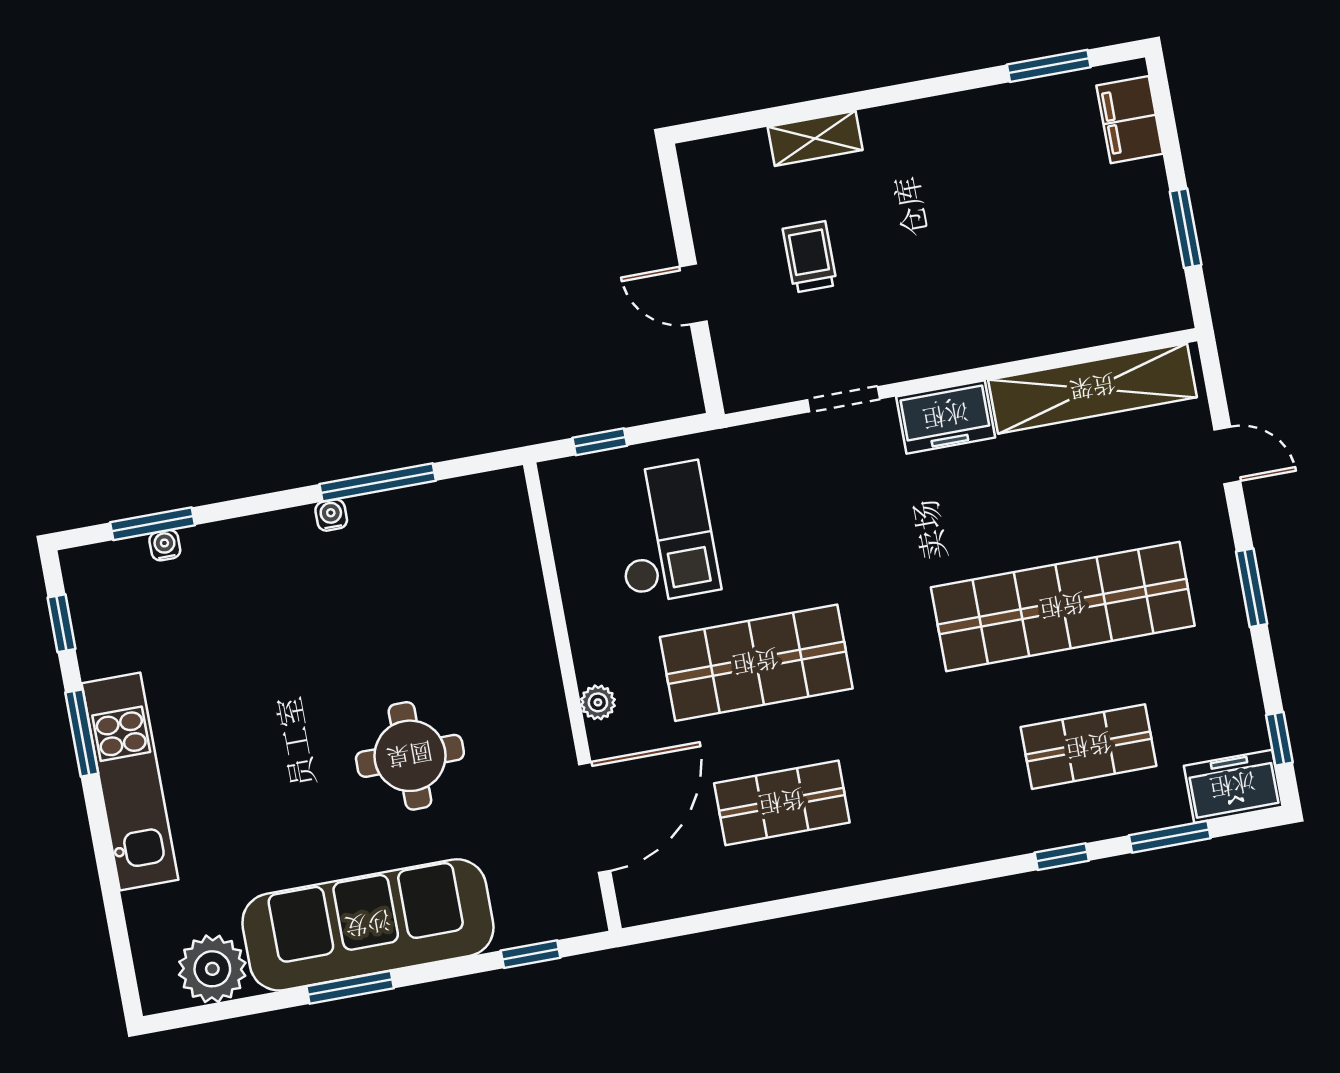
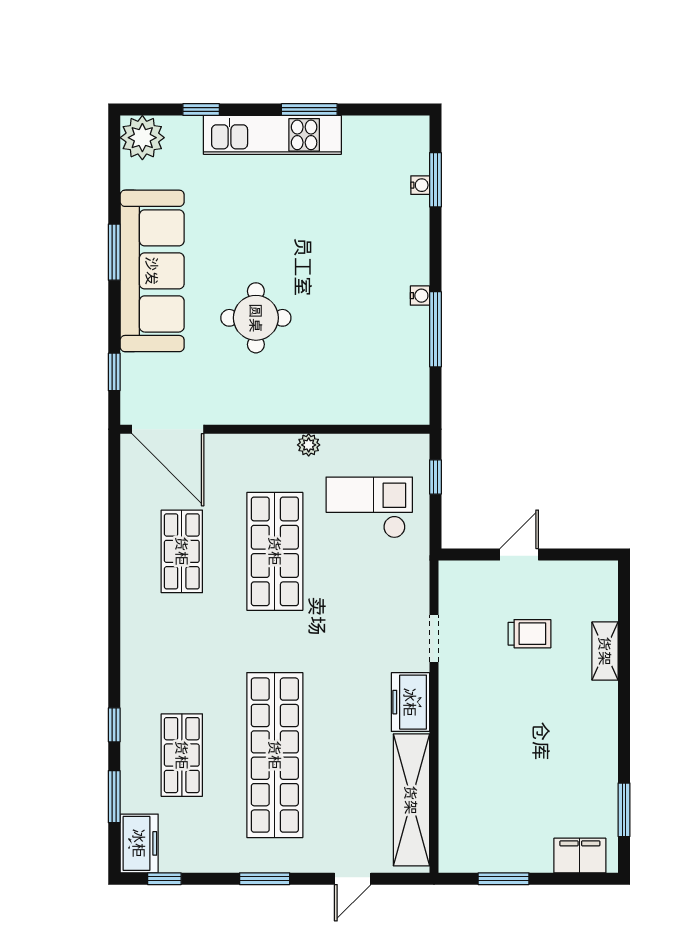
checkout: (664, 533) -> (369, 507), turned 180
window: (62, 623) -> (201, 110), moved
plant: (598, 702) -> (309, 445), moved
door: (595, 817) -> (168, 429), moved
plant: (212, 969) -> (142, 138), moved

